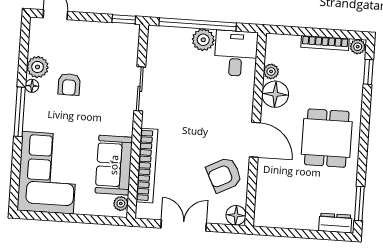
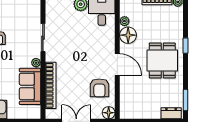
window: (368, 72) -> (185, 46), moved
armchair: (224, 175) -> (99, 88), turned -63
plant: (121, 204) -> (36, 63), moved

